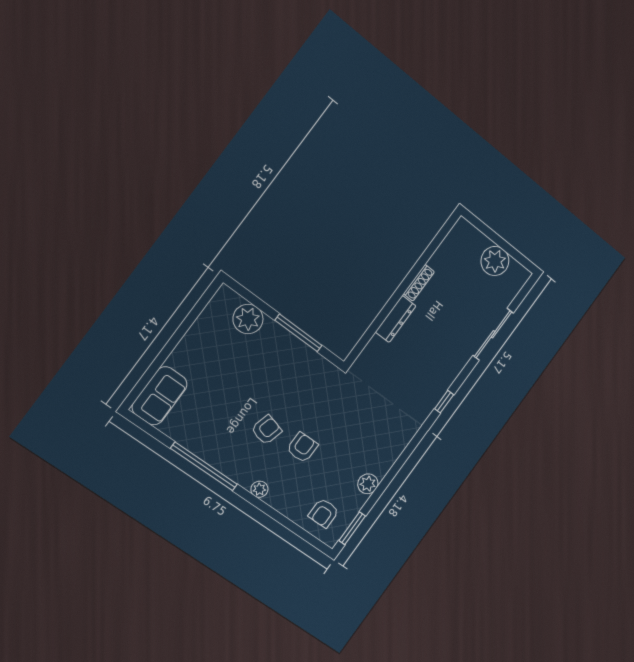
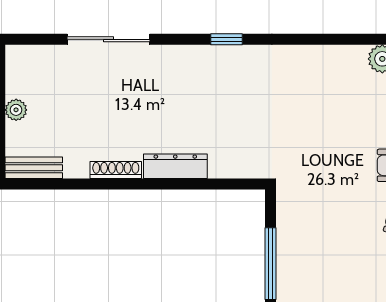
bench: (455, 236) -> (34, 168), added
plant: (495, 261) -> (16, 110), width x0.53, depth x0.53

